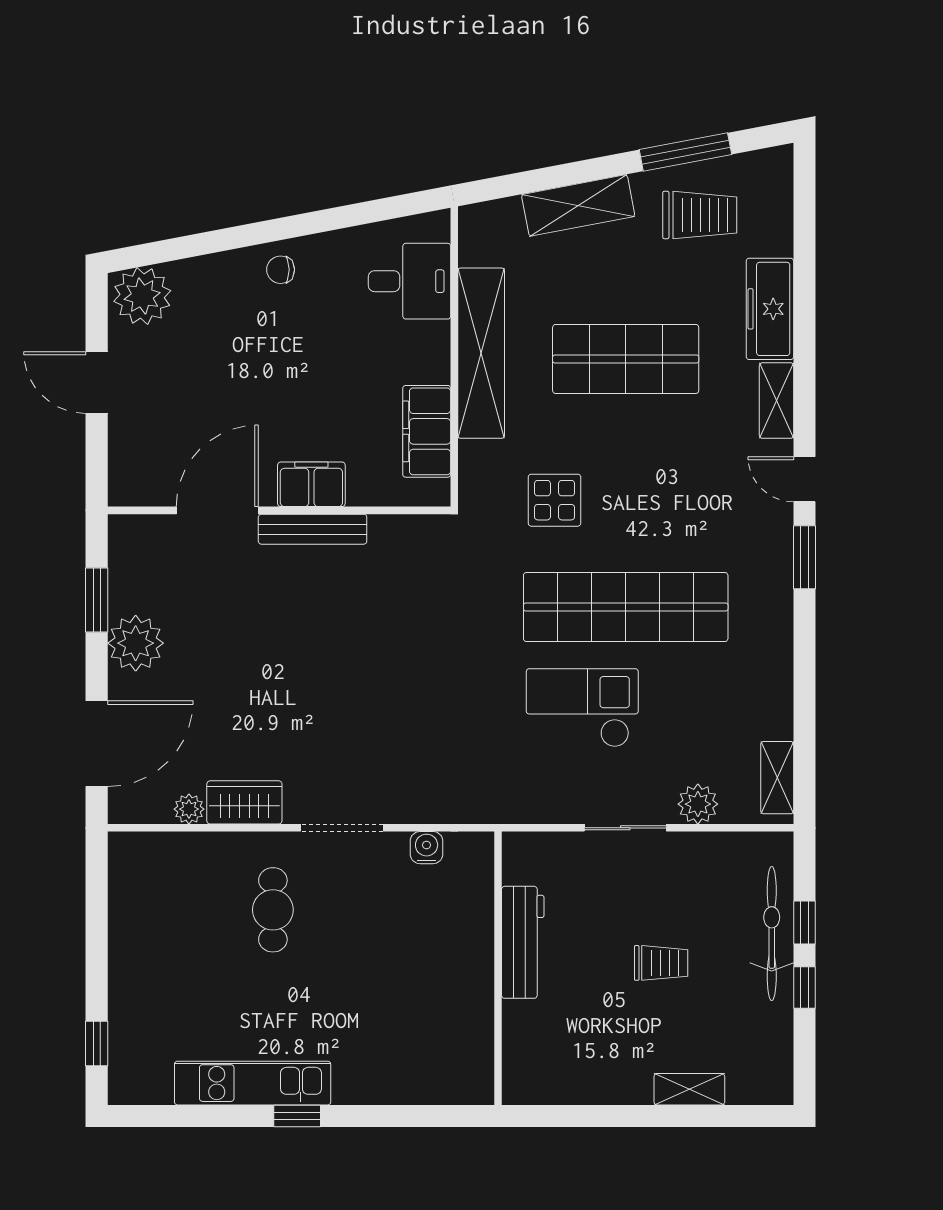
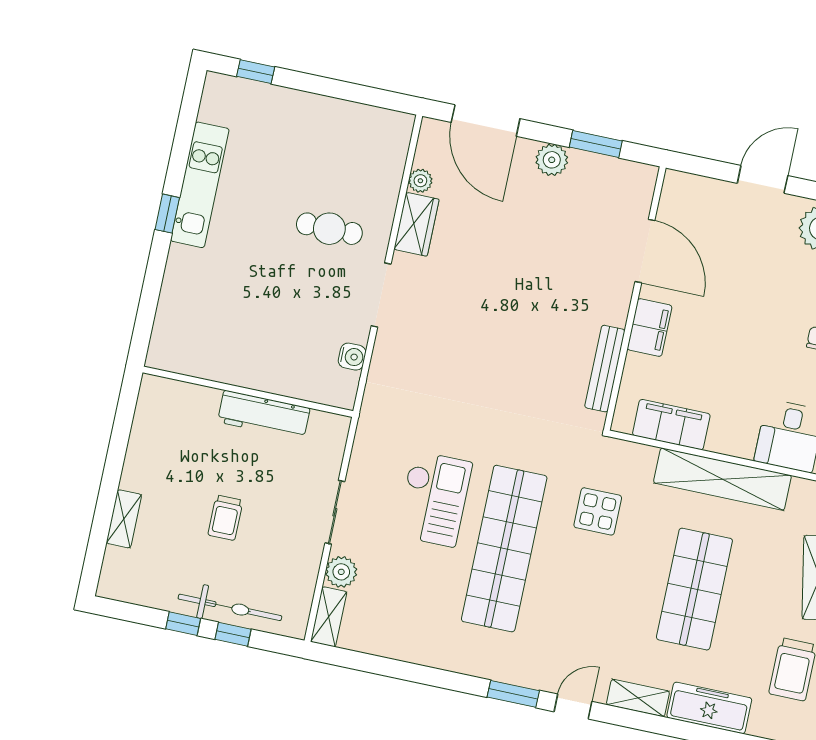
bench: (313, 529) -> (605, 369), moved
plant: (136, 643) -> (552, 160), width x0.73, depth x0.73
shelving: (777, 778) -> (329, 617), moved, turned 90

